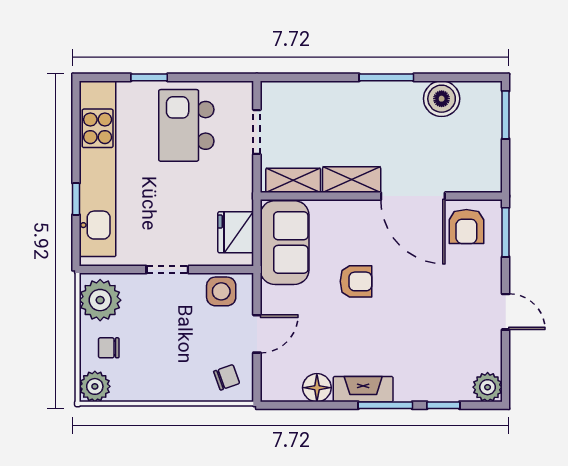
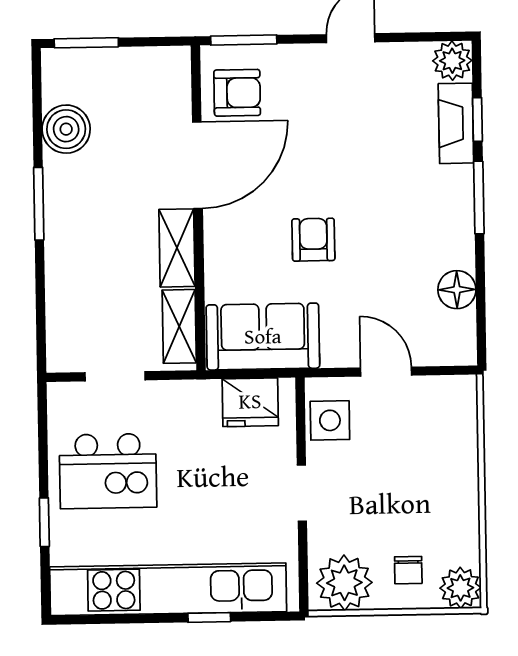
chair: (227, 377) -> (445, 411), removed
fireplace: (363, 389) -> (456, 123), moved

